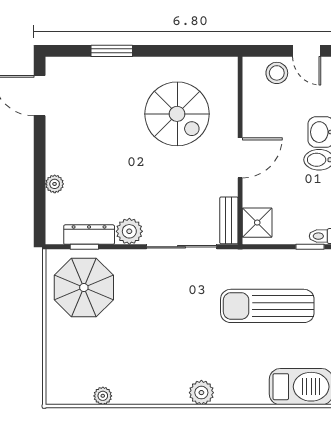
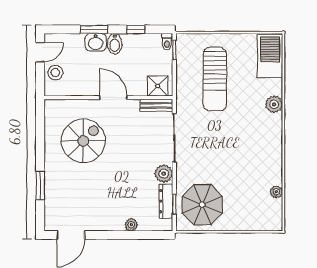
plant: (201, 393) -> (274, 104), moved

